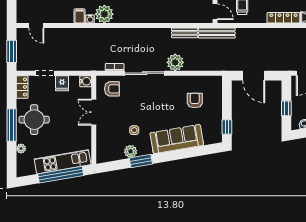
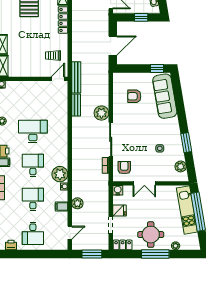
filing cabinet: (80, 16) -> (62, 206), moved
plant: (70, 34) -> (77, 203), added
sofa: (177, 139) -> (165, 96), moved
plant: (131, 151) -> (181, 166), moved

